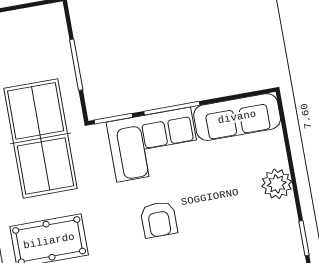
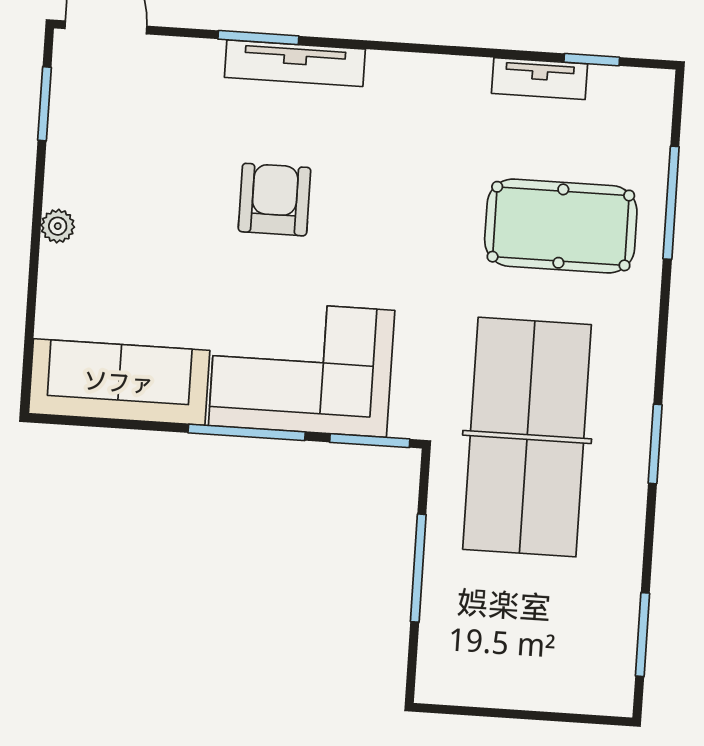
plant: (277, 184) -> (58, 226), width x0.53, depth x0.53
armchair: (159, 219) -> (275, 200), moved

